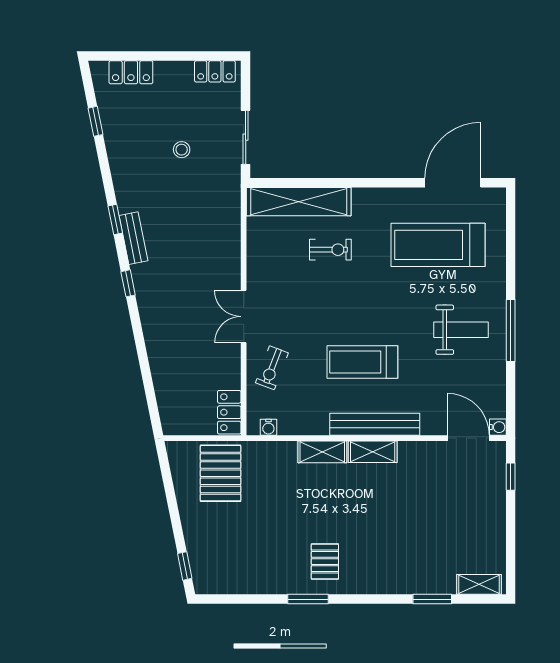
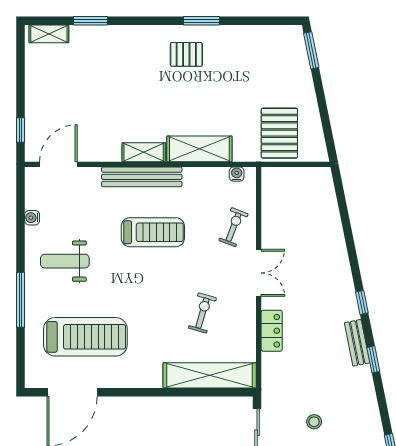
exercise bike: (330, 250) -> (202, 313), moved, turned 106
window: (511, 330) -> (21, 300), moved
locker: (229, 412) -> (272, 331), moved
water cooler: (498, 427) -> (32, 218), moved
door: (468, 438) -> (58, 164), swing flipped
shelving: (322, 452) -> (199, 149), width x1.50, depth x1.33
pallet: (325, 562) -> (186, 54), turned 90
window: (185, 566) -> (311, 50), width x1.50

